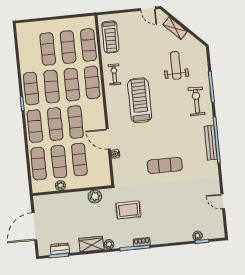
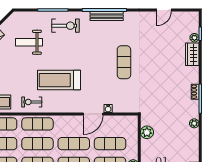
exercise bike: (197, 101) -> (65, 26), turned 180
rug: (128, 210) -> (163, 102), removed
wardrobe: (91, 244) -> (192, 54), moved

